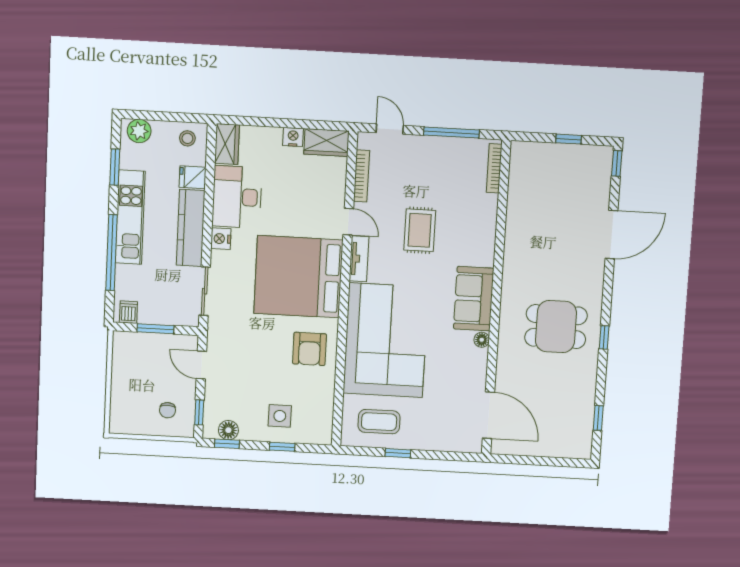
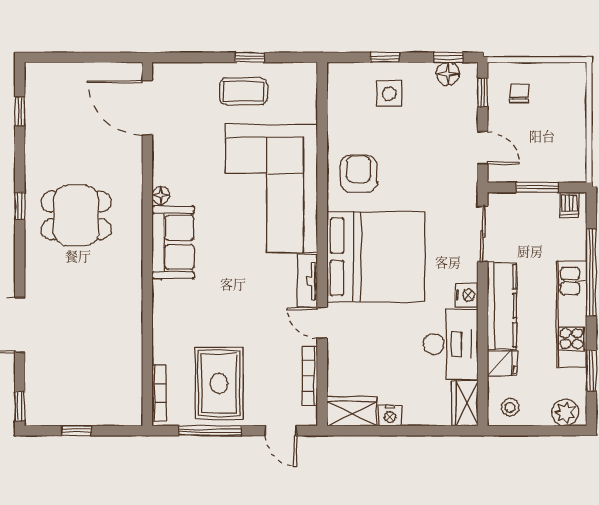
rug: (420, 230) -> (219, 383), moved, width x1.36, depth x1.43
coffee table: (379, 422) -> (244, 91), moved

